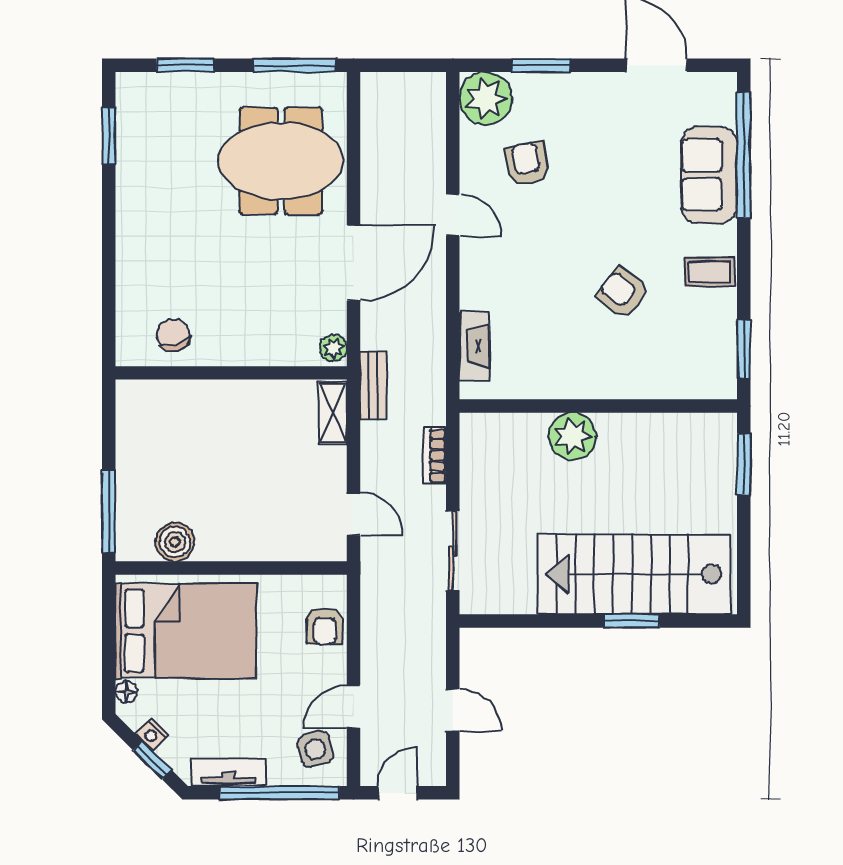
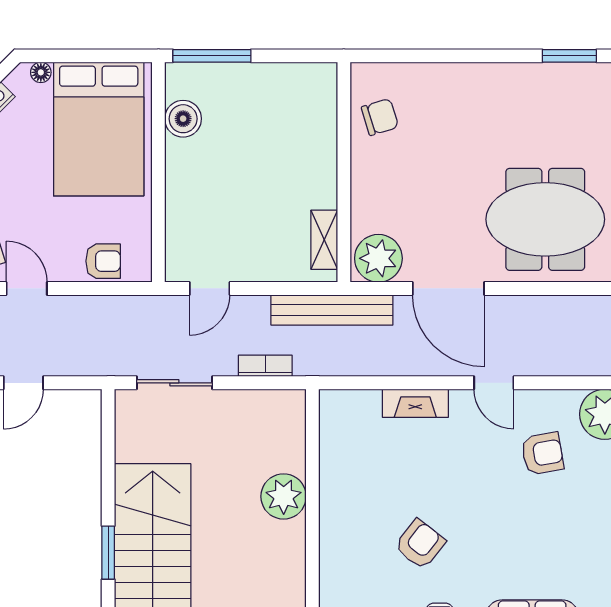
meeting table: (281, 161) -> (545, 219), turned 90
door: (453, 215) -> (494, 383), hinge flipped
fireplace: (474, 346) -> (415, 403), moved
plant: (334, 348) -> (378, 258), width x1.88, depth x1.88
bench: (373, 385) -> (332, 310), width x1.86, depth x1.21
shelving: (333, 413) -> (324, 240), moved, turned 90
armchair: (325, 626) -> (103, 261), turned 180

